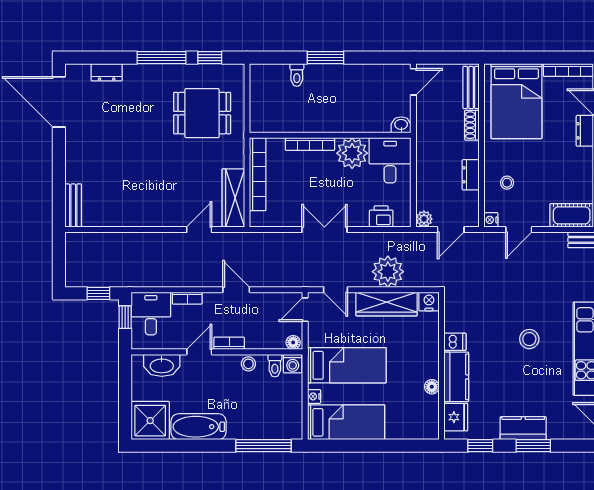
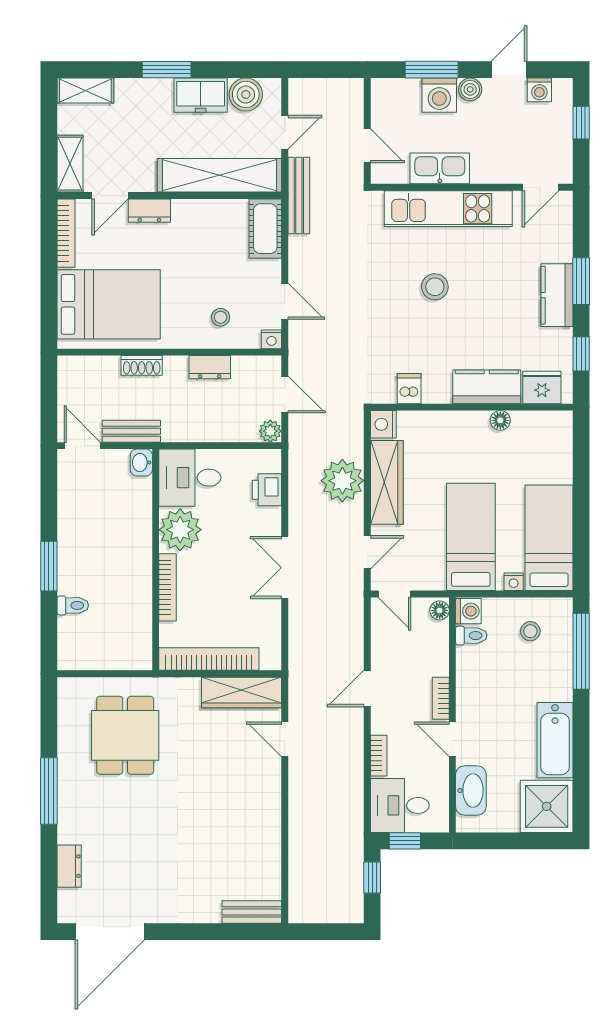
window: (210, 58) -> (49, 725), removed
bench: (471, 87) -> (131, 431), moved
dishwasher: (455, 342) -> (409, 389), moved
stool: (248, 364) -> (530, 631), moved

